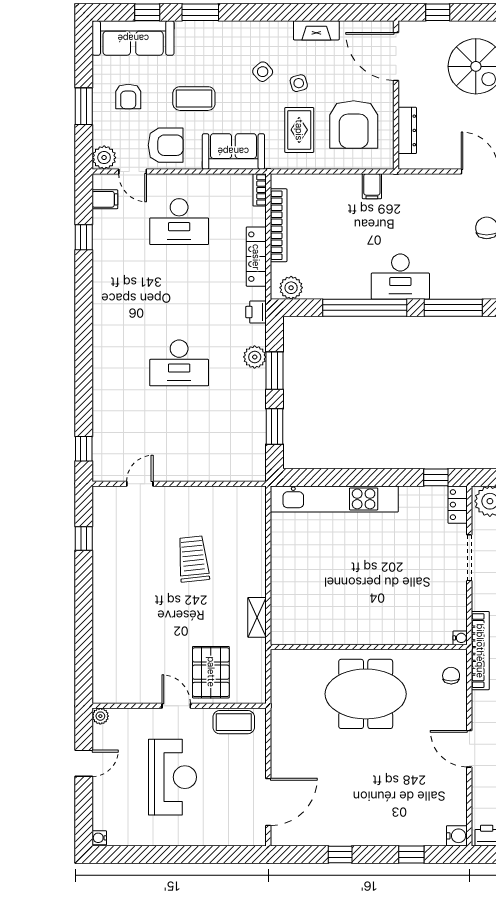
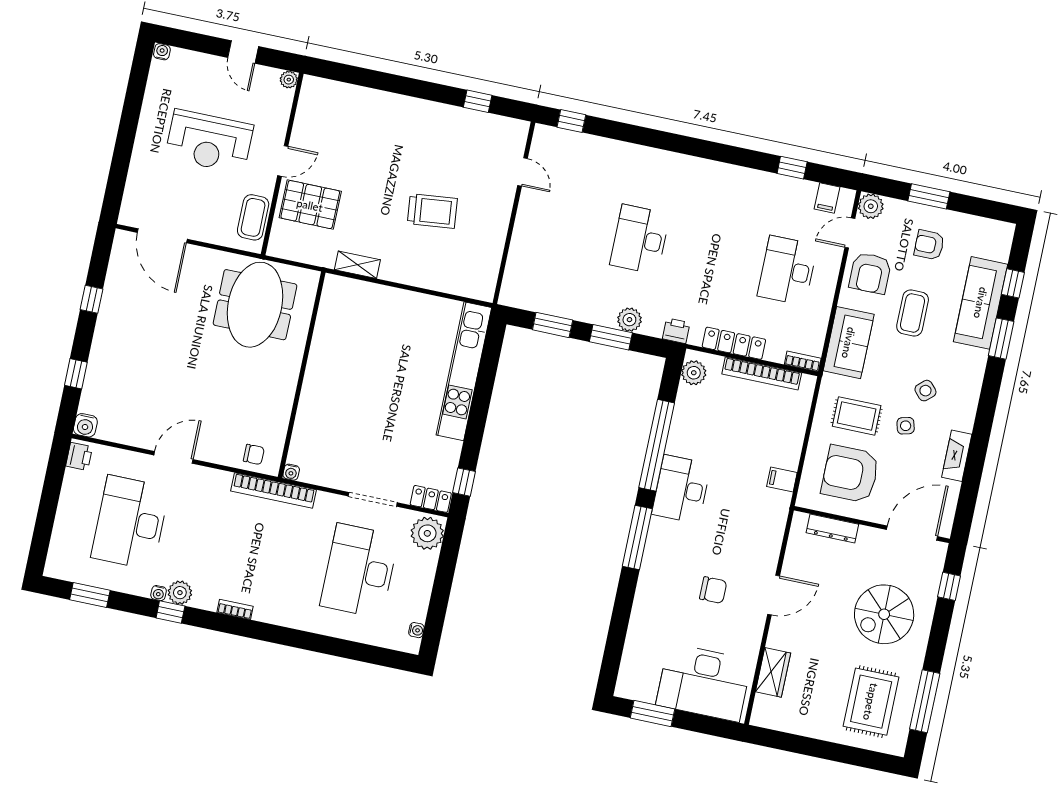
sofa: (133, 38) -> (981, 303), moved
meeting table: (366, 694) -> (255, 305), moved

